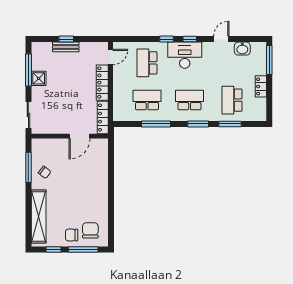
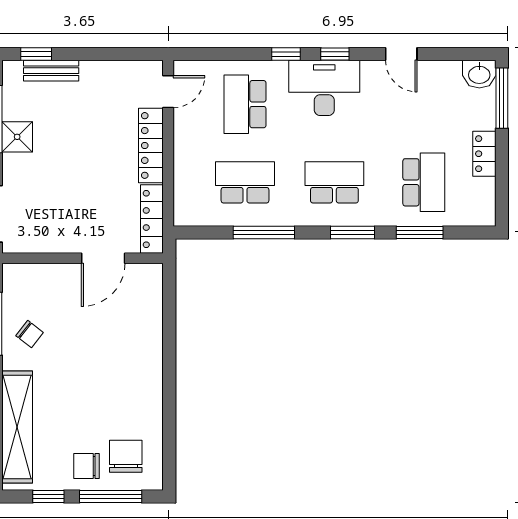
window: (66, 39) -> (36, 54), moved
door: (221, 39) -> (401, 54), swing flipped
bench: (66, 47) -> (51, 71), moved
washbasin: (242, 49) -> (479, 74), moved
school desk: (232, 100) -> (424, 182), turned 180

